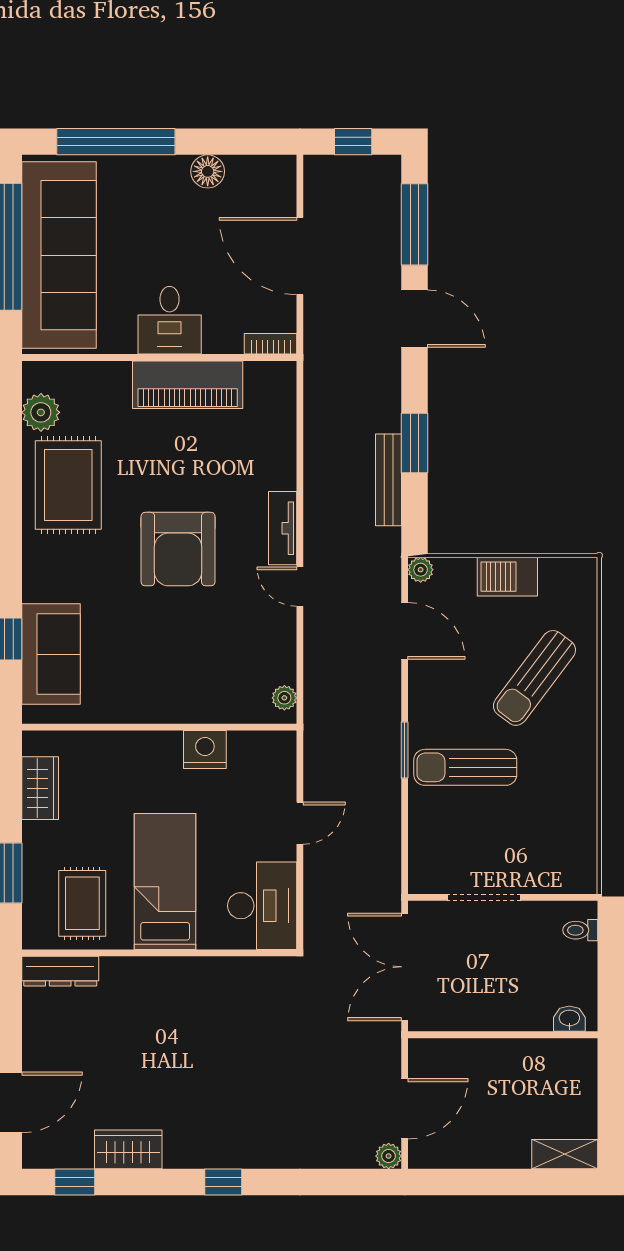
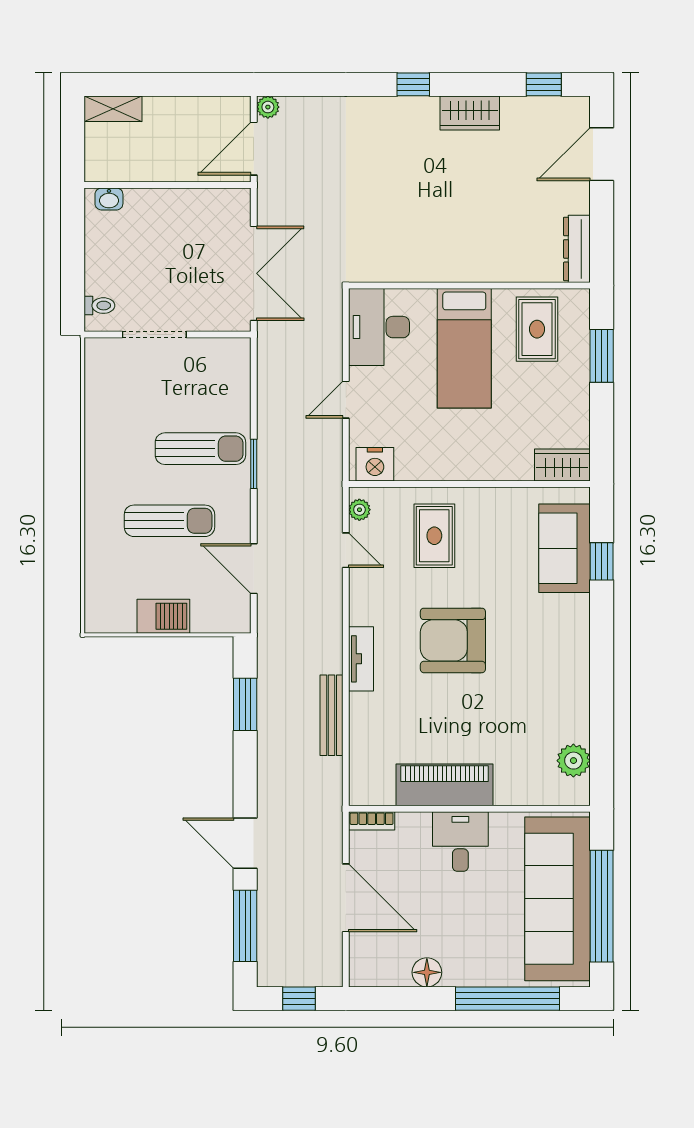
window: (414, 443) -> (245, 704), moved
bench: (389, 480) -> (332, 715), moved
rug: (68, 485) -> (434, 536), moved, width x0.73, depth x0.70
armchair: (178, 549) -> (453, 640), turned -90
plant: (421, 570) -> (240, 622), removed
door: (300, 587) -> (346, 550), moved
sun lounger: (534, 678) -> (169, 521), moved, turned 53
nightstand: (205, 750) -> (375, 464), moved
wardrobe: (40, 788) -> (562, 465), moved, turned 90
doorway: (484, 897) -> (154, 334), moved
dresser: (60, 971) -> (577, 249), moved, turned -90
washbasin: (569, 1019) -> (109, 199), moved
wall: (503, 1035) -> (167, 185), moved
wardrobe: (128, 1149) -> (470, 113), moved

